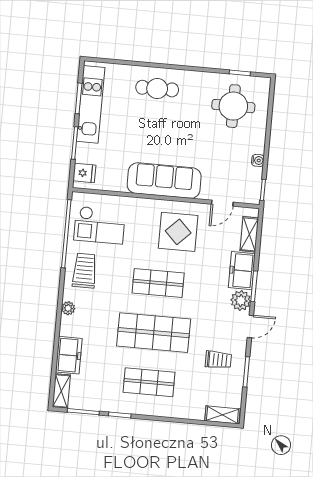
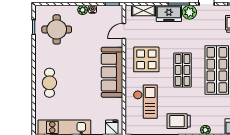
plant: (258, 146) -> (83, 10), added
door: (222, 203) -> (124, 31), swing flipped
checkout: (99, 225) -> (145, 102), moved

